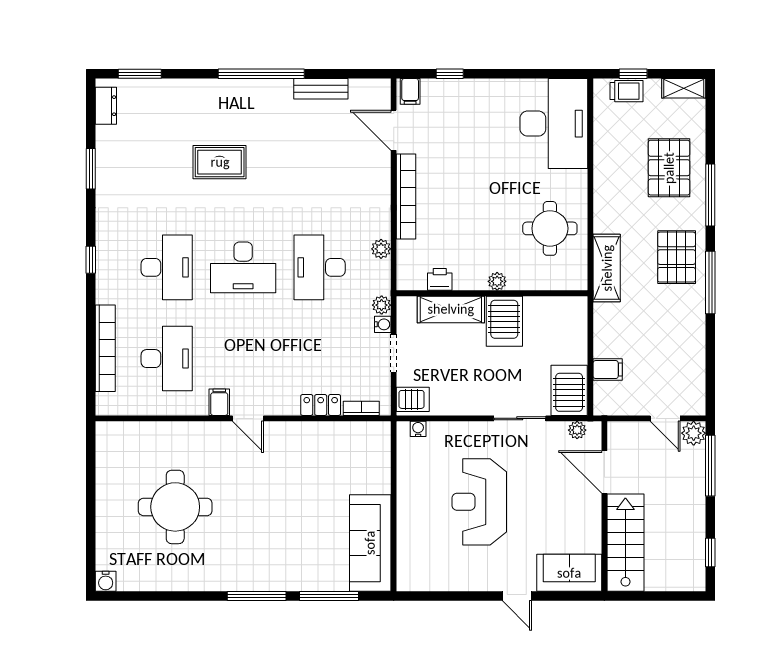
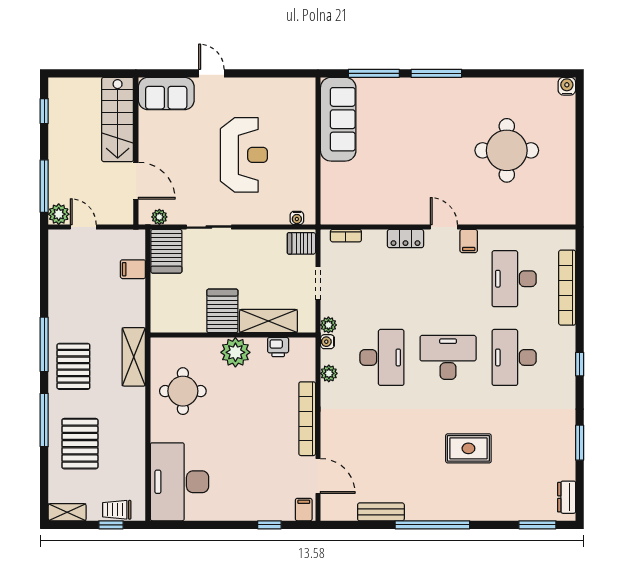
plant: (497, 281) -> (235, 352), width x1.88, depth x1.88
water cooler: (383, 324) -> (327, 342), moved
locker: (321, 405) -> (405, 239), moved

